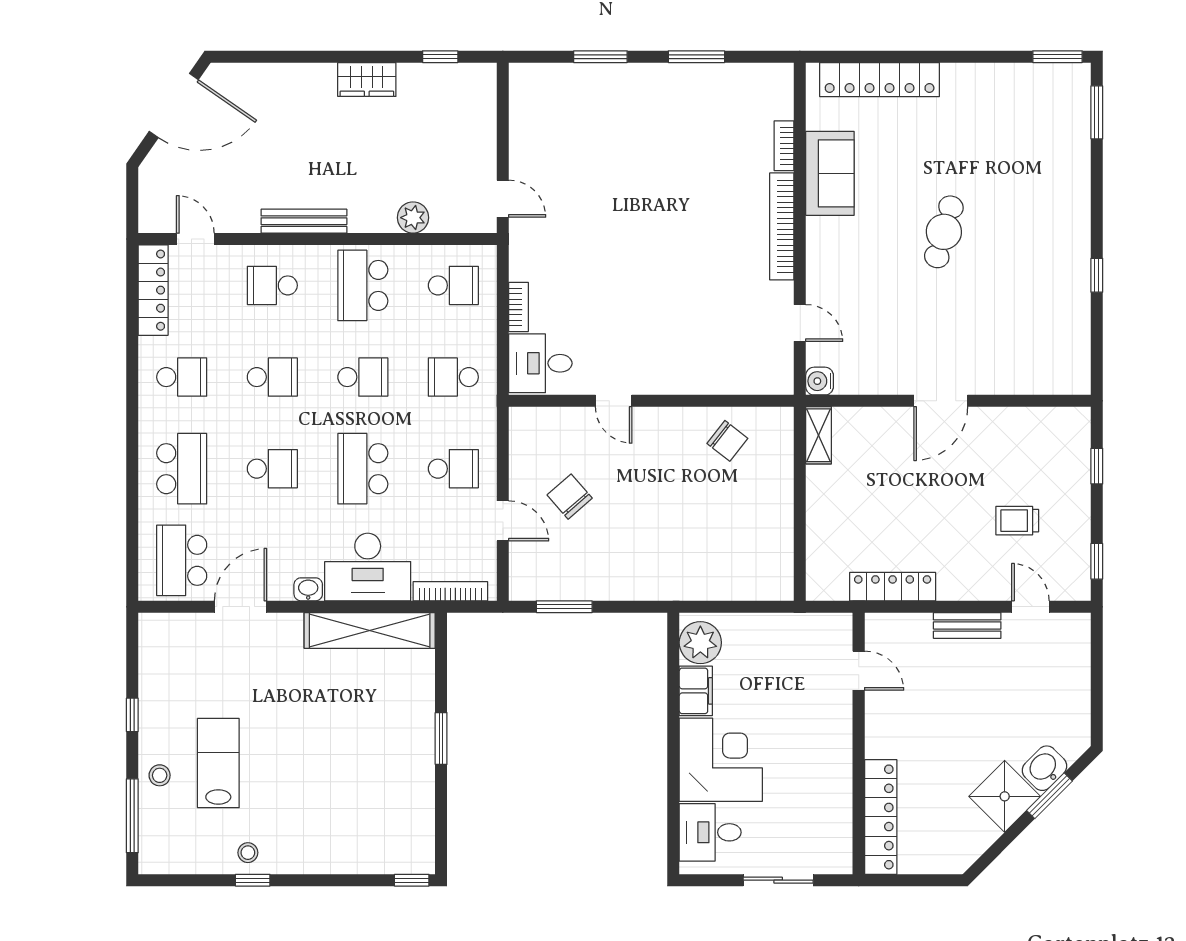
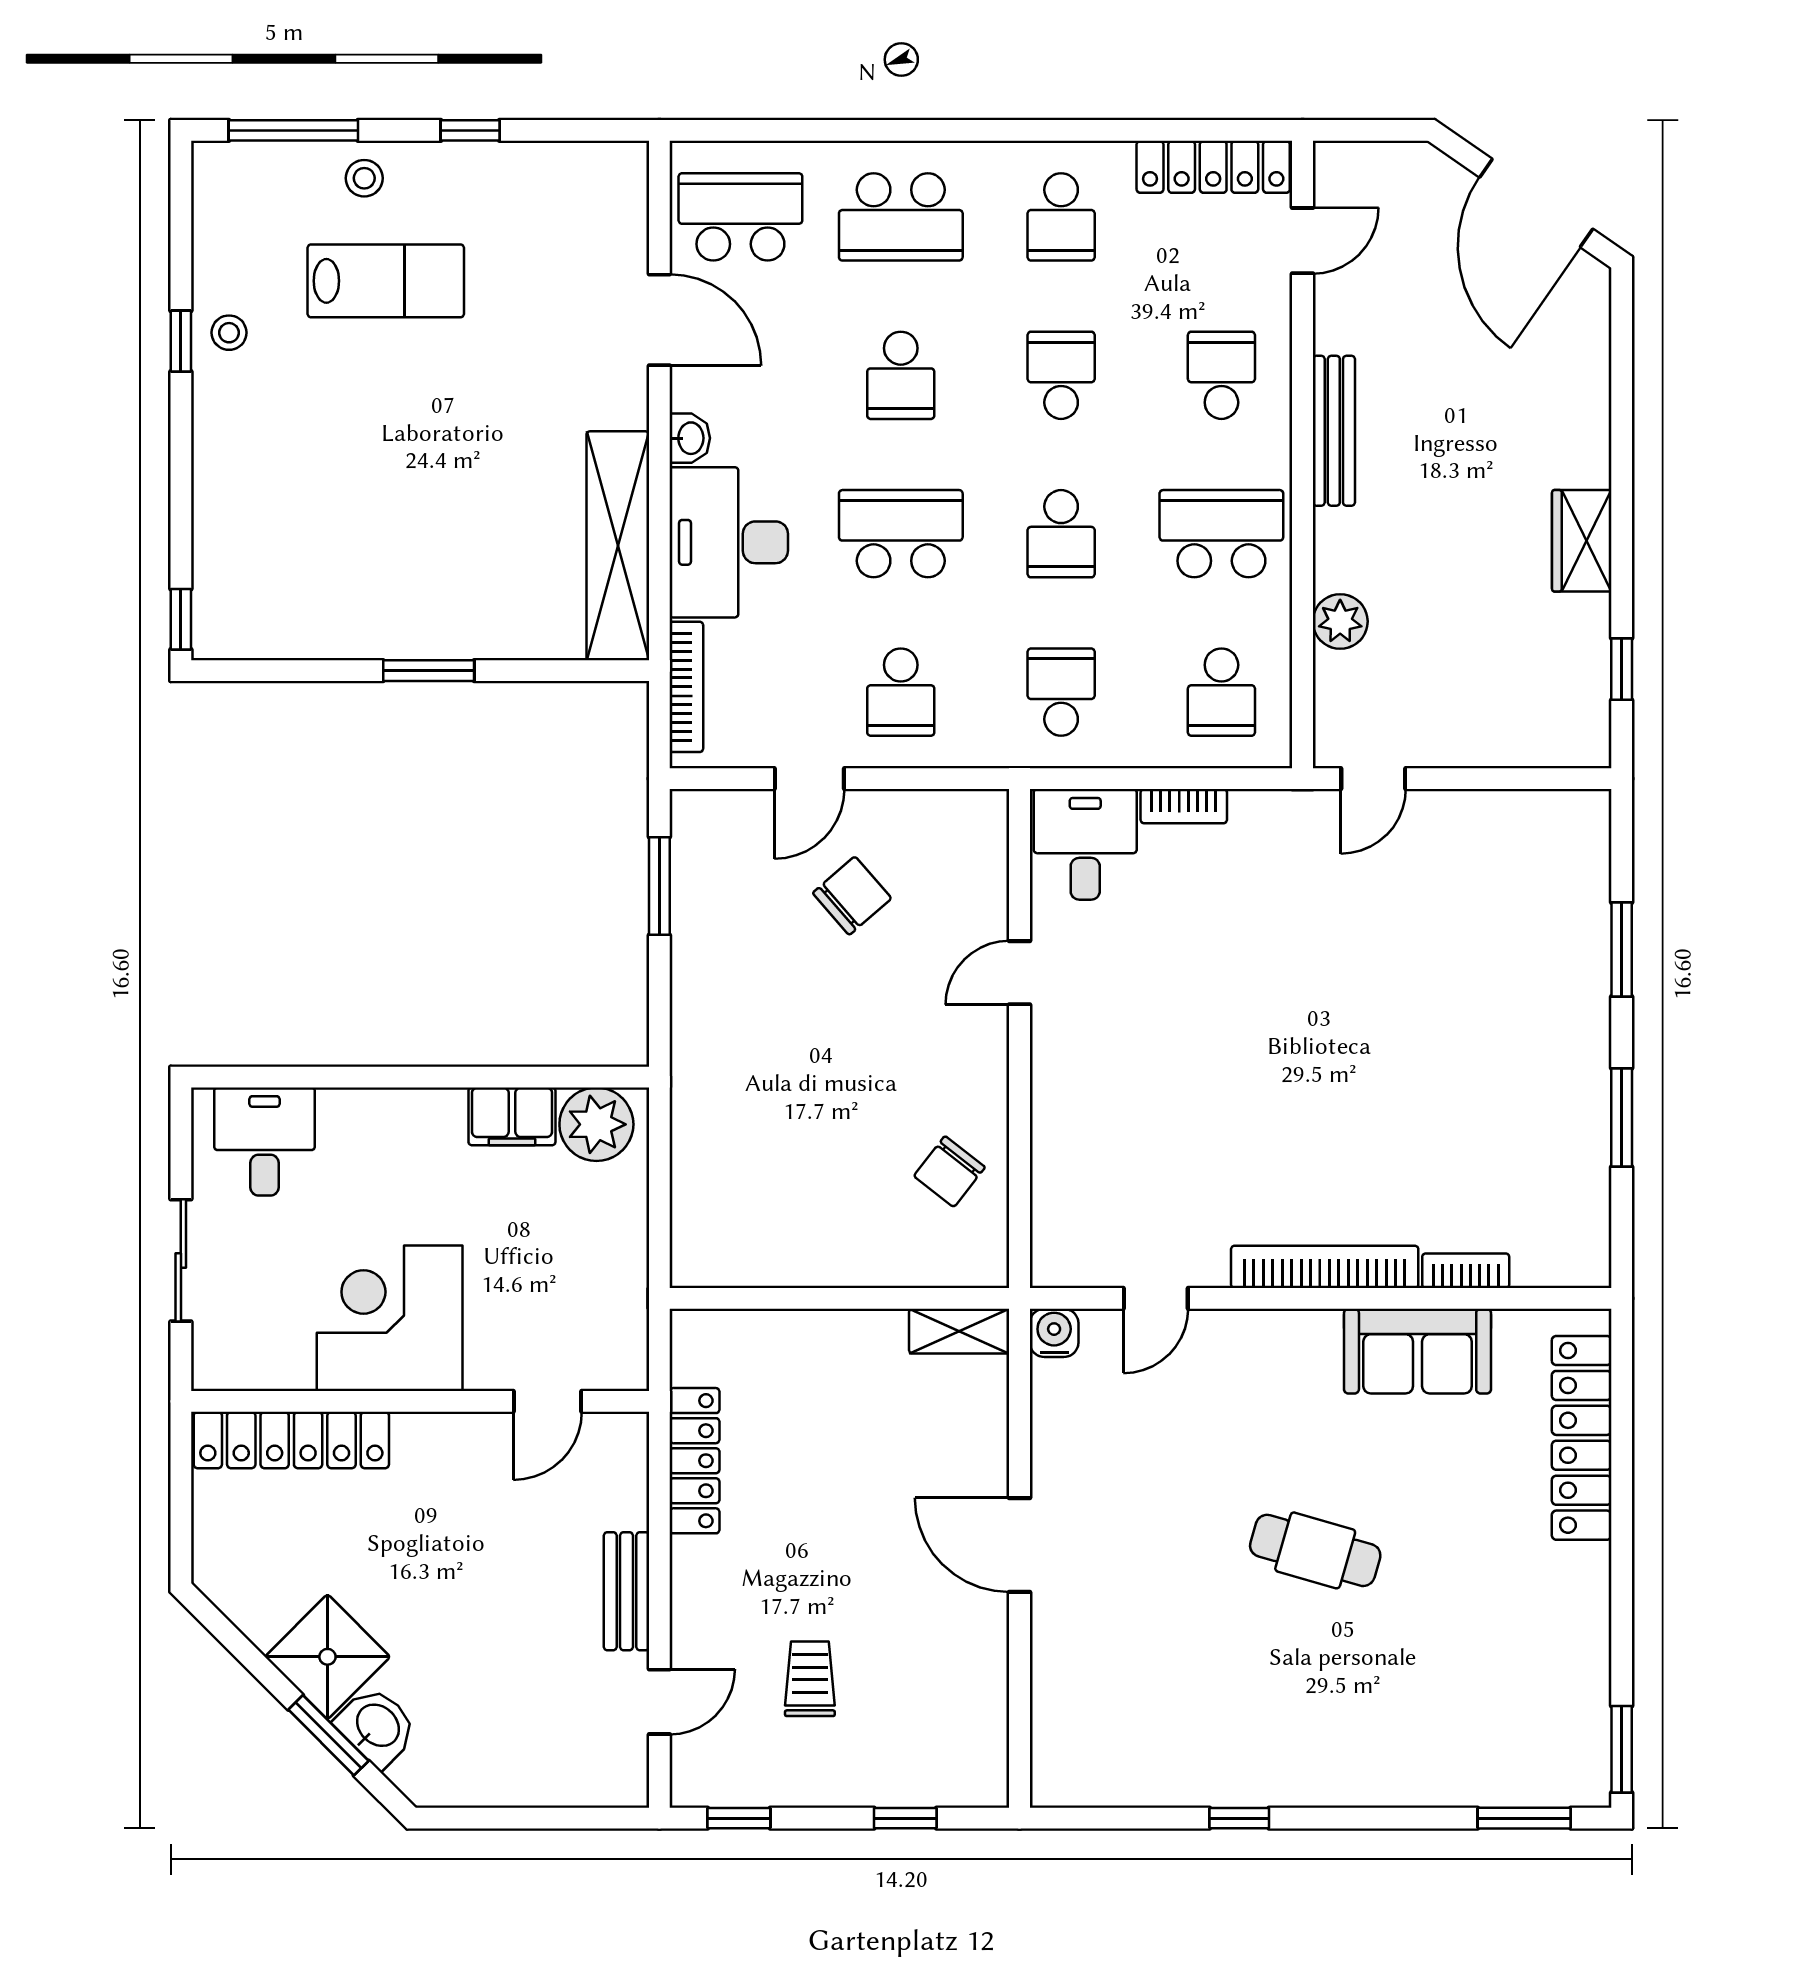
school desk: (272, 377) -> (1061, 375), turned 180
corner desk: (721, 760) -> (390, 1318), moved, turned 180

